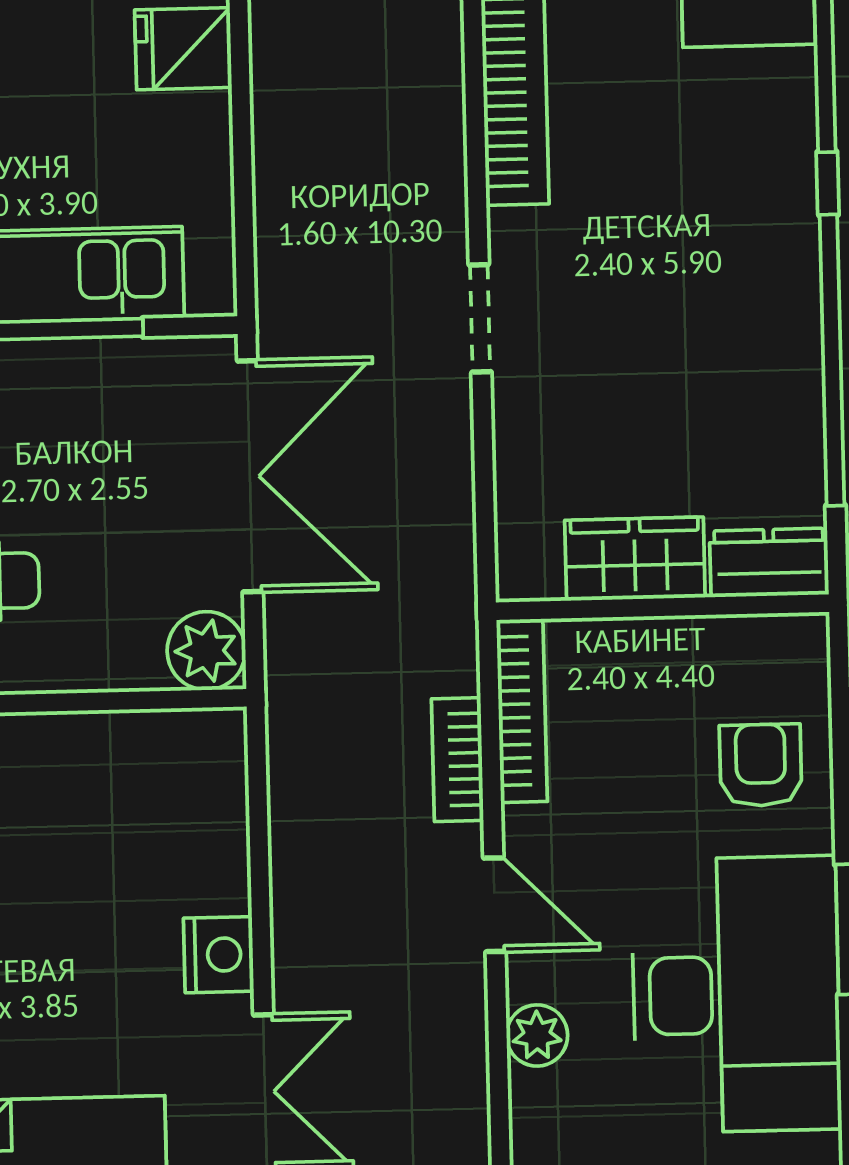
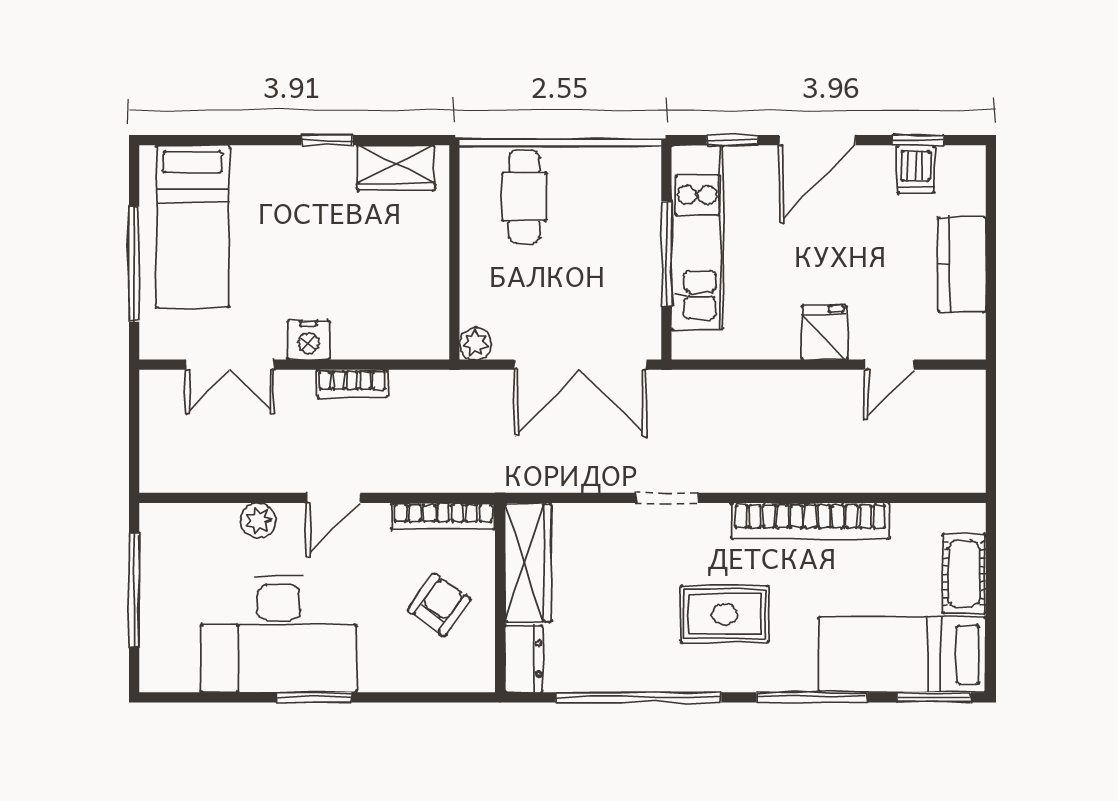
rug: (682, 212) -> (725, 614), added
wardrobe: (635, 559) -> (528, 563), width x1.50
plant: (206, 651) -> (476, 344), width x0.73, depth x0.73
bookcase: (458, 760) -> (352, 384), moved, turned 180
armchair: (761, 765) -> (439, 605), moved, turned -55

